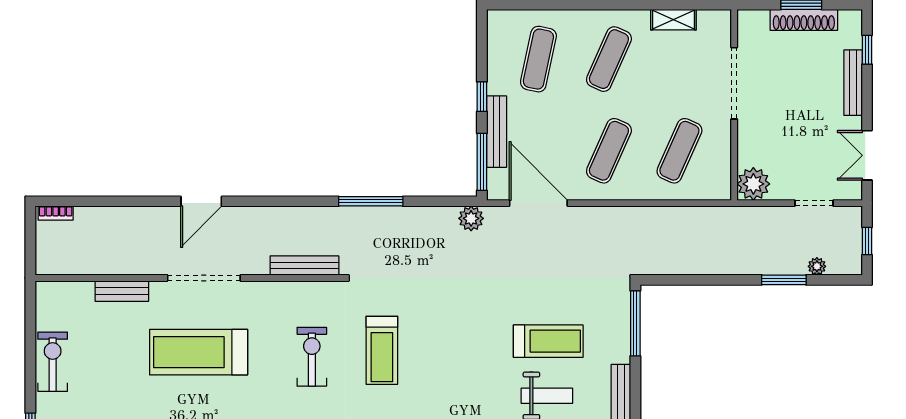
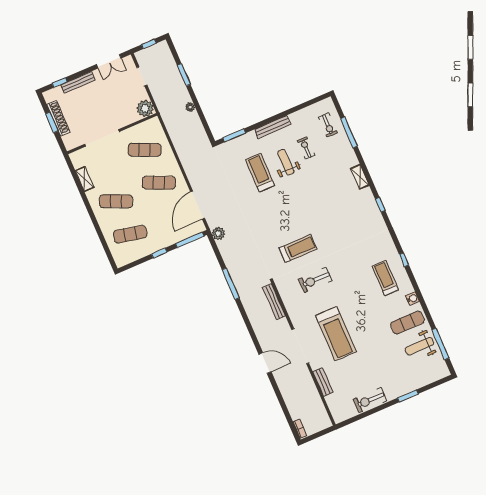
bench: (497, 132) -> (173, 239), removed
plant: (817, 266) -> (190, 107), moved
window: (635, 323) -> (234, 135), width x0.69

